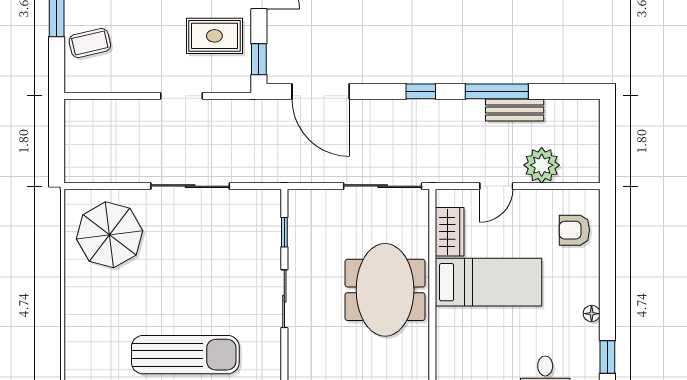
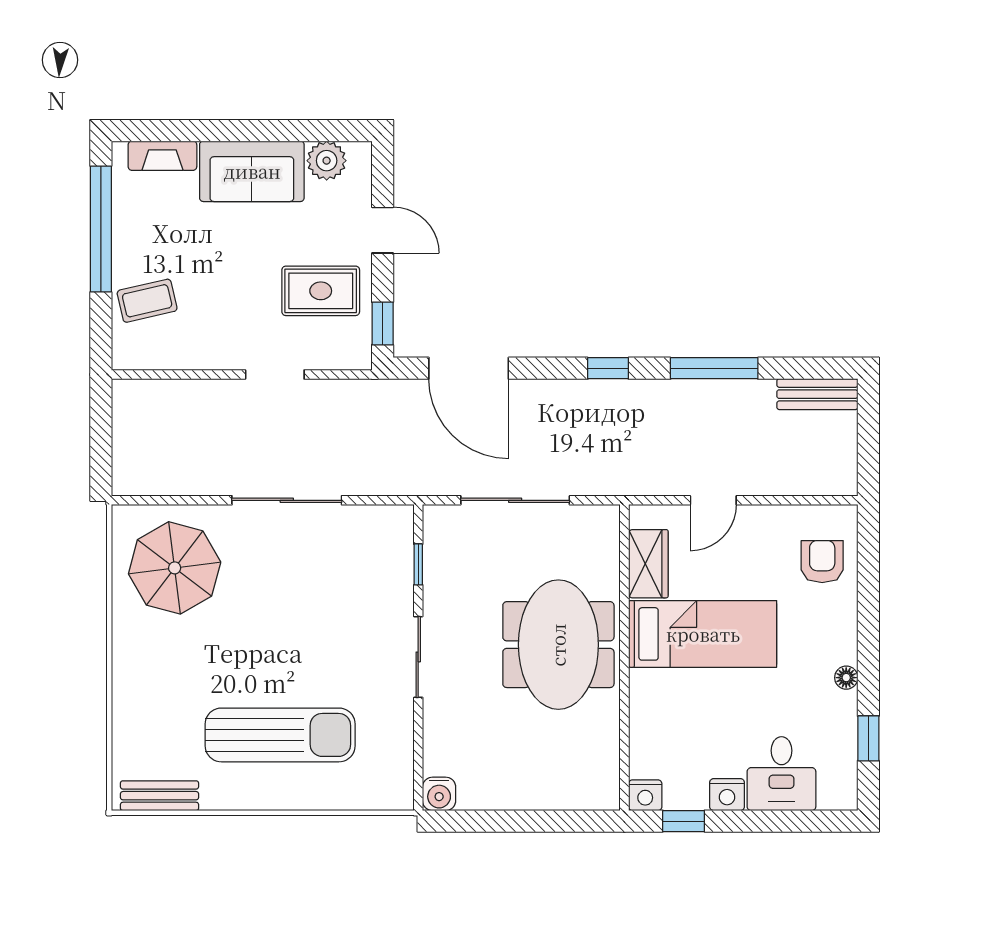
bench: (515, 110) -> (817, 394), moved
plant: (542, 165) -> (777, 471), removed
sliding door: (383, 186) -> (515, 500), moved
armchair: (574, 230) -> (822, 562), turned 90

